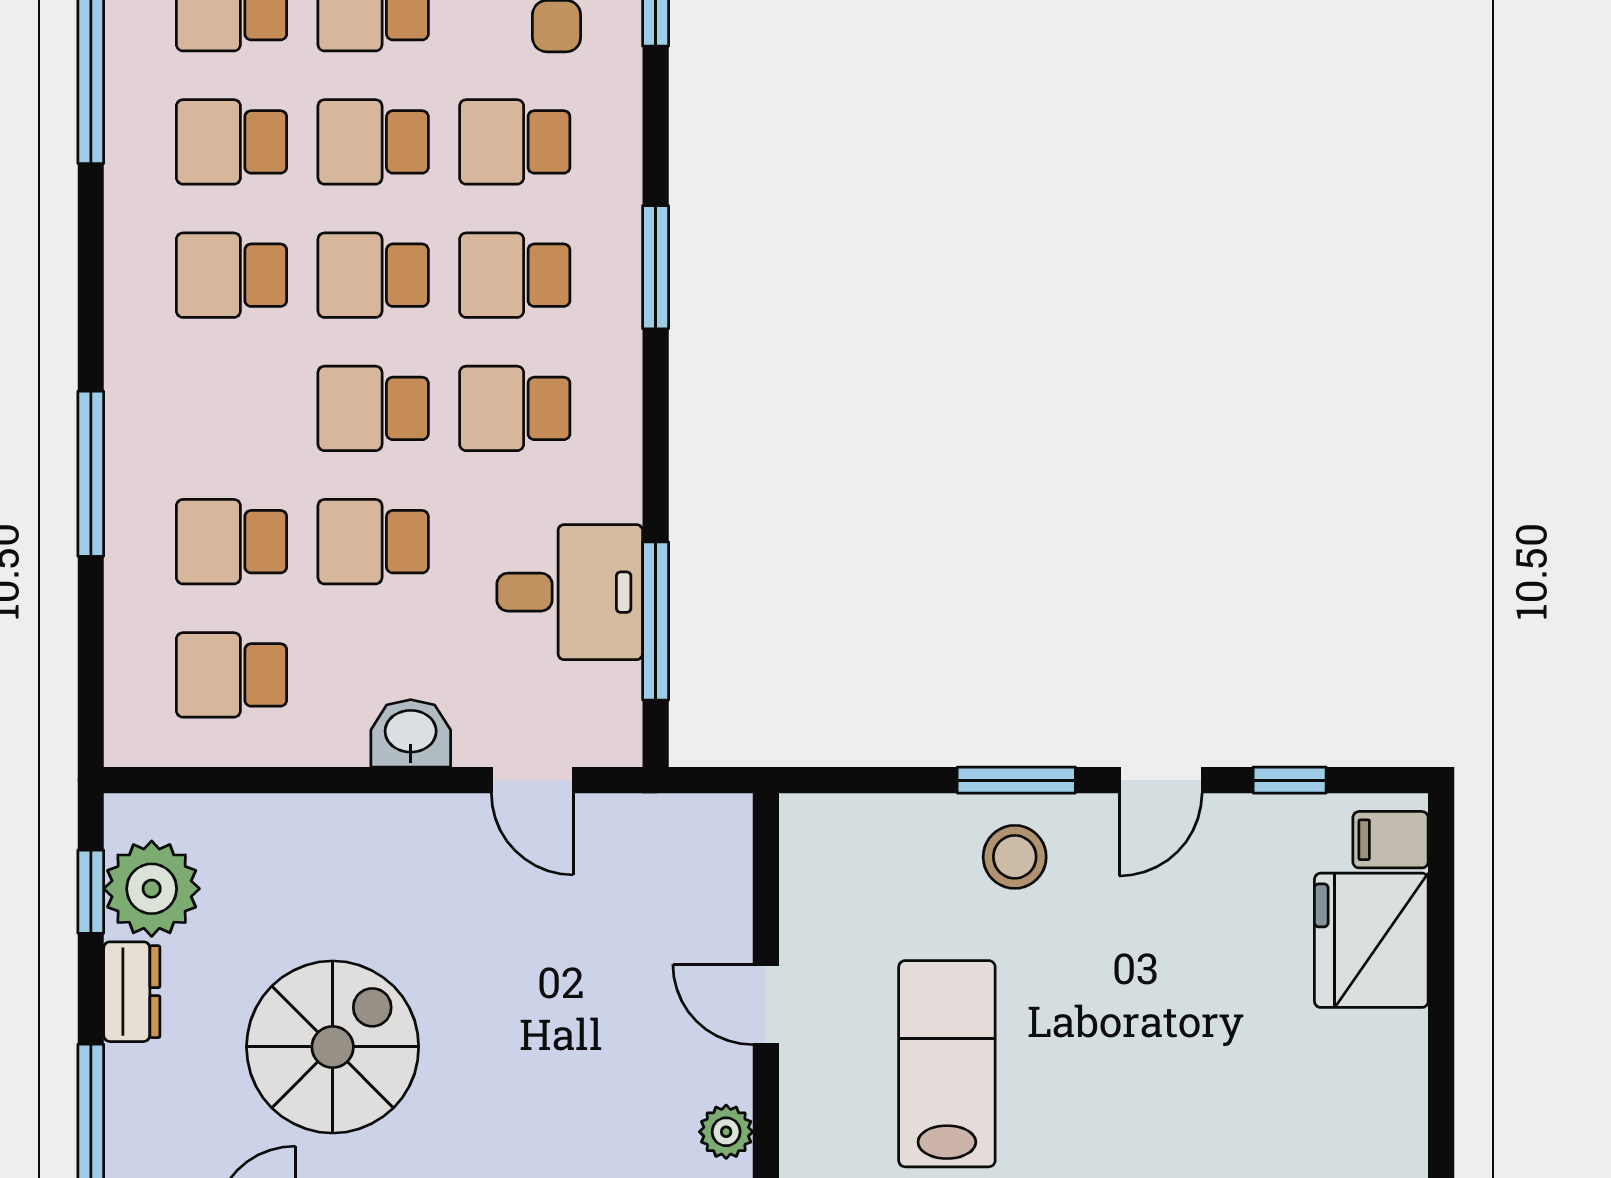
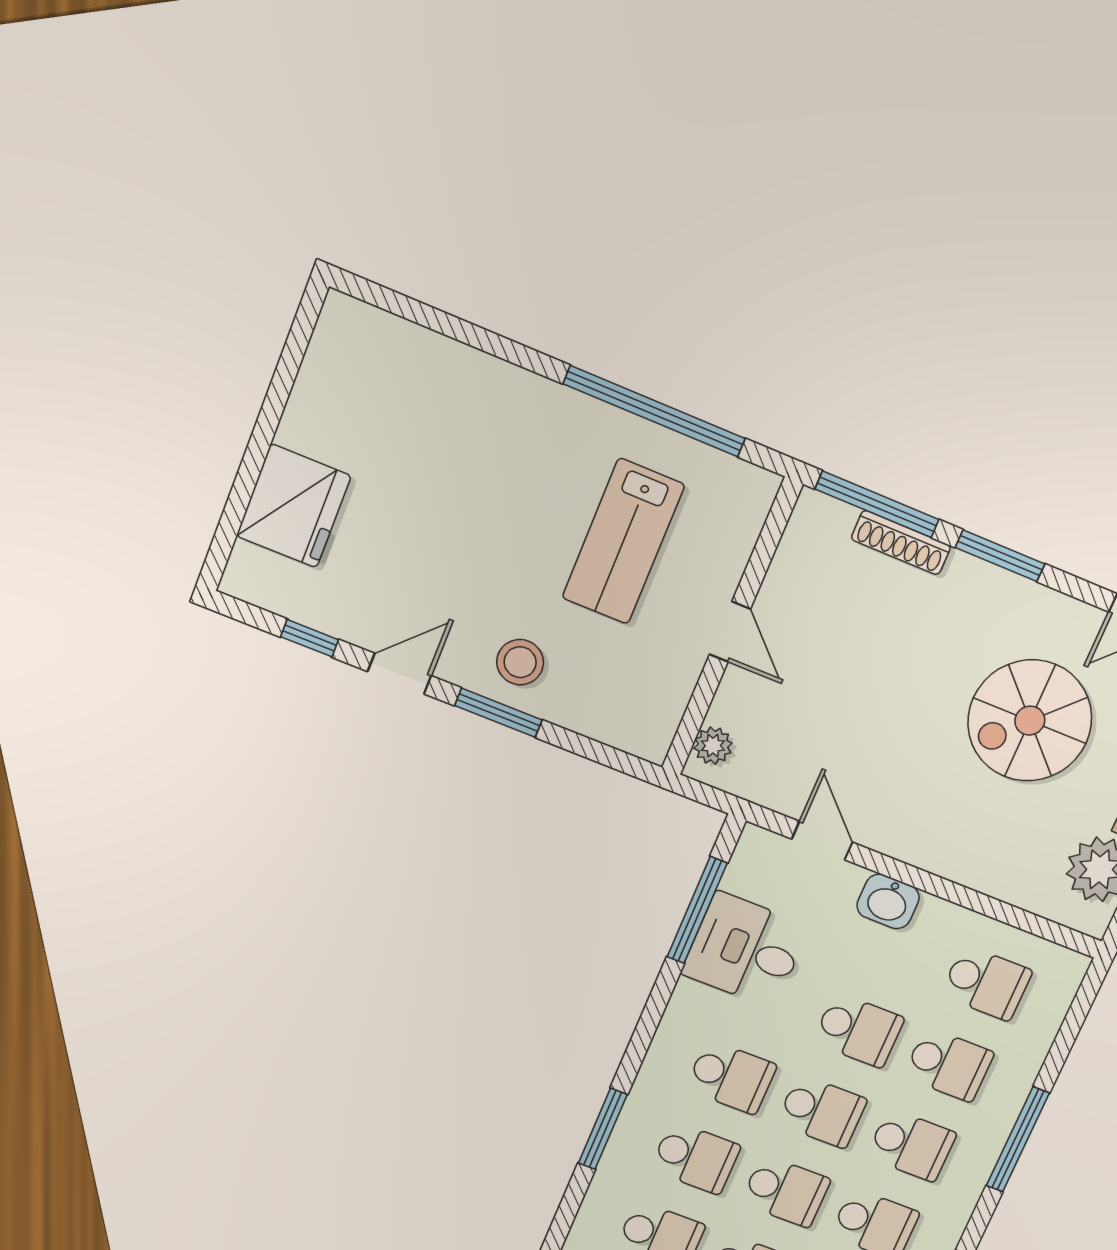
school desk: (232, 408) -> (911, 1145), added
filing cabinet: (1391, 840) -> (254, 570), removed
plant: (726, 1132) -> (713, 746), moved

